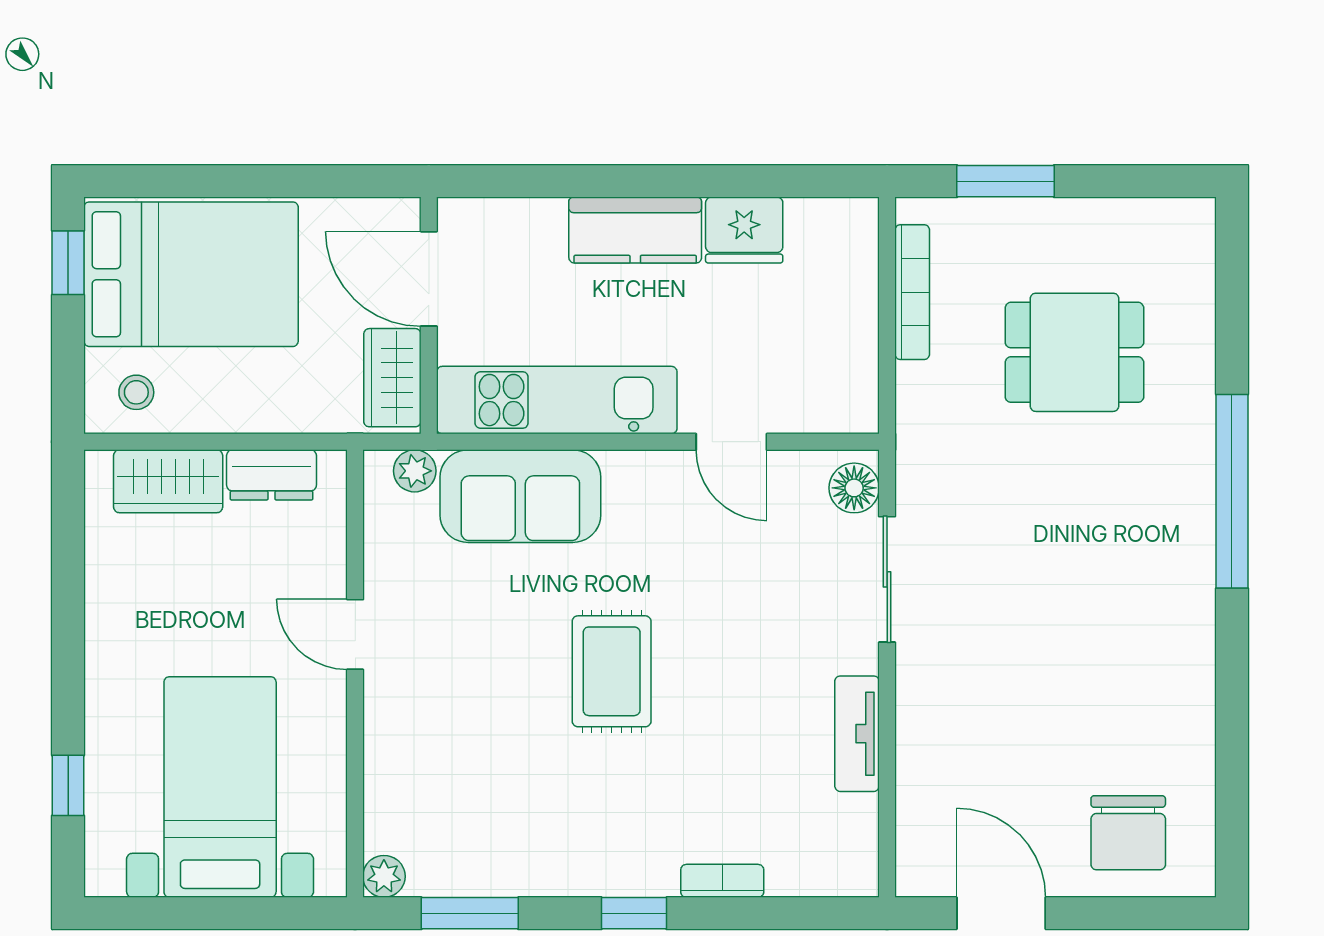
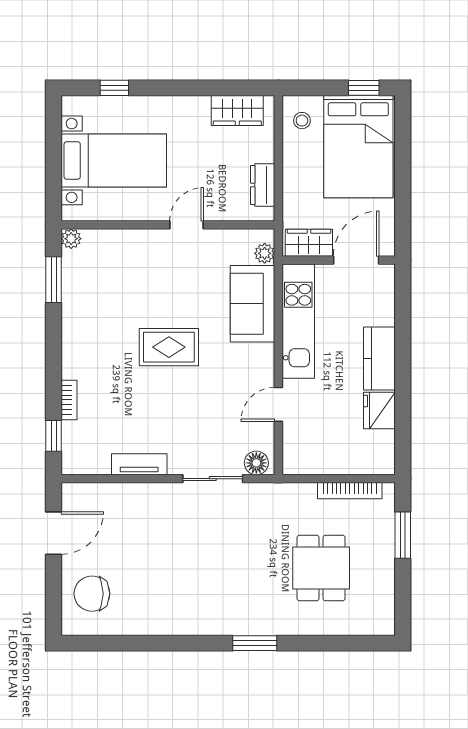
wardrobe: (168, 481) -> (237, 111), moved, turned -90
window: (1232, 491) -> (255, 643), width x0.47
window: (634, 913) -> (54, 436), moved

